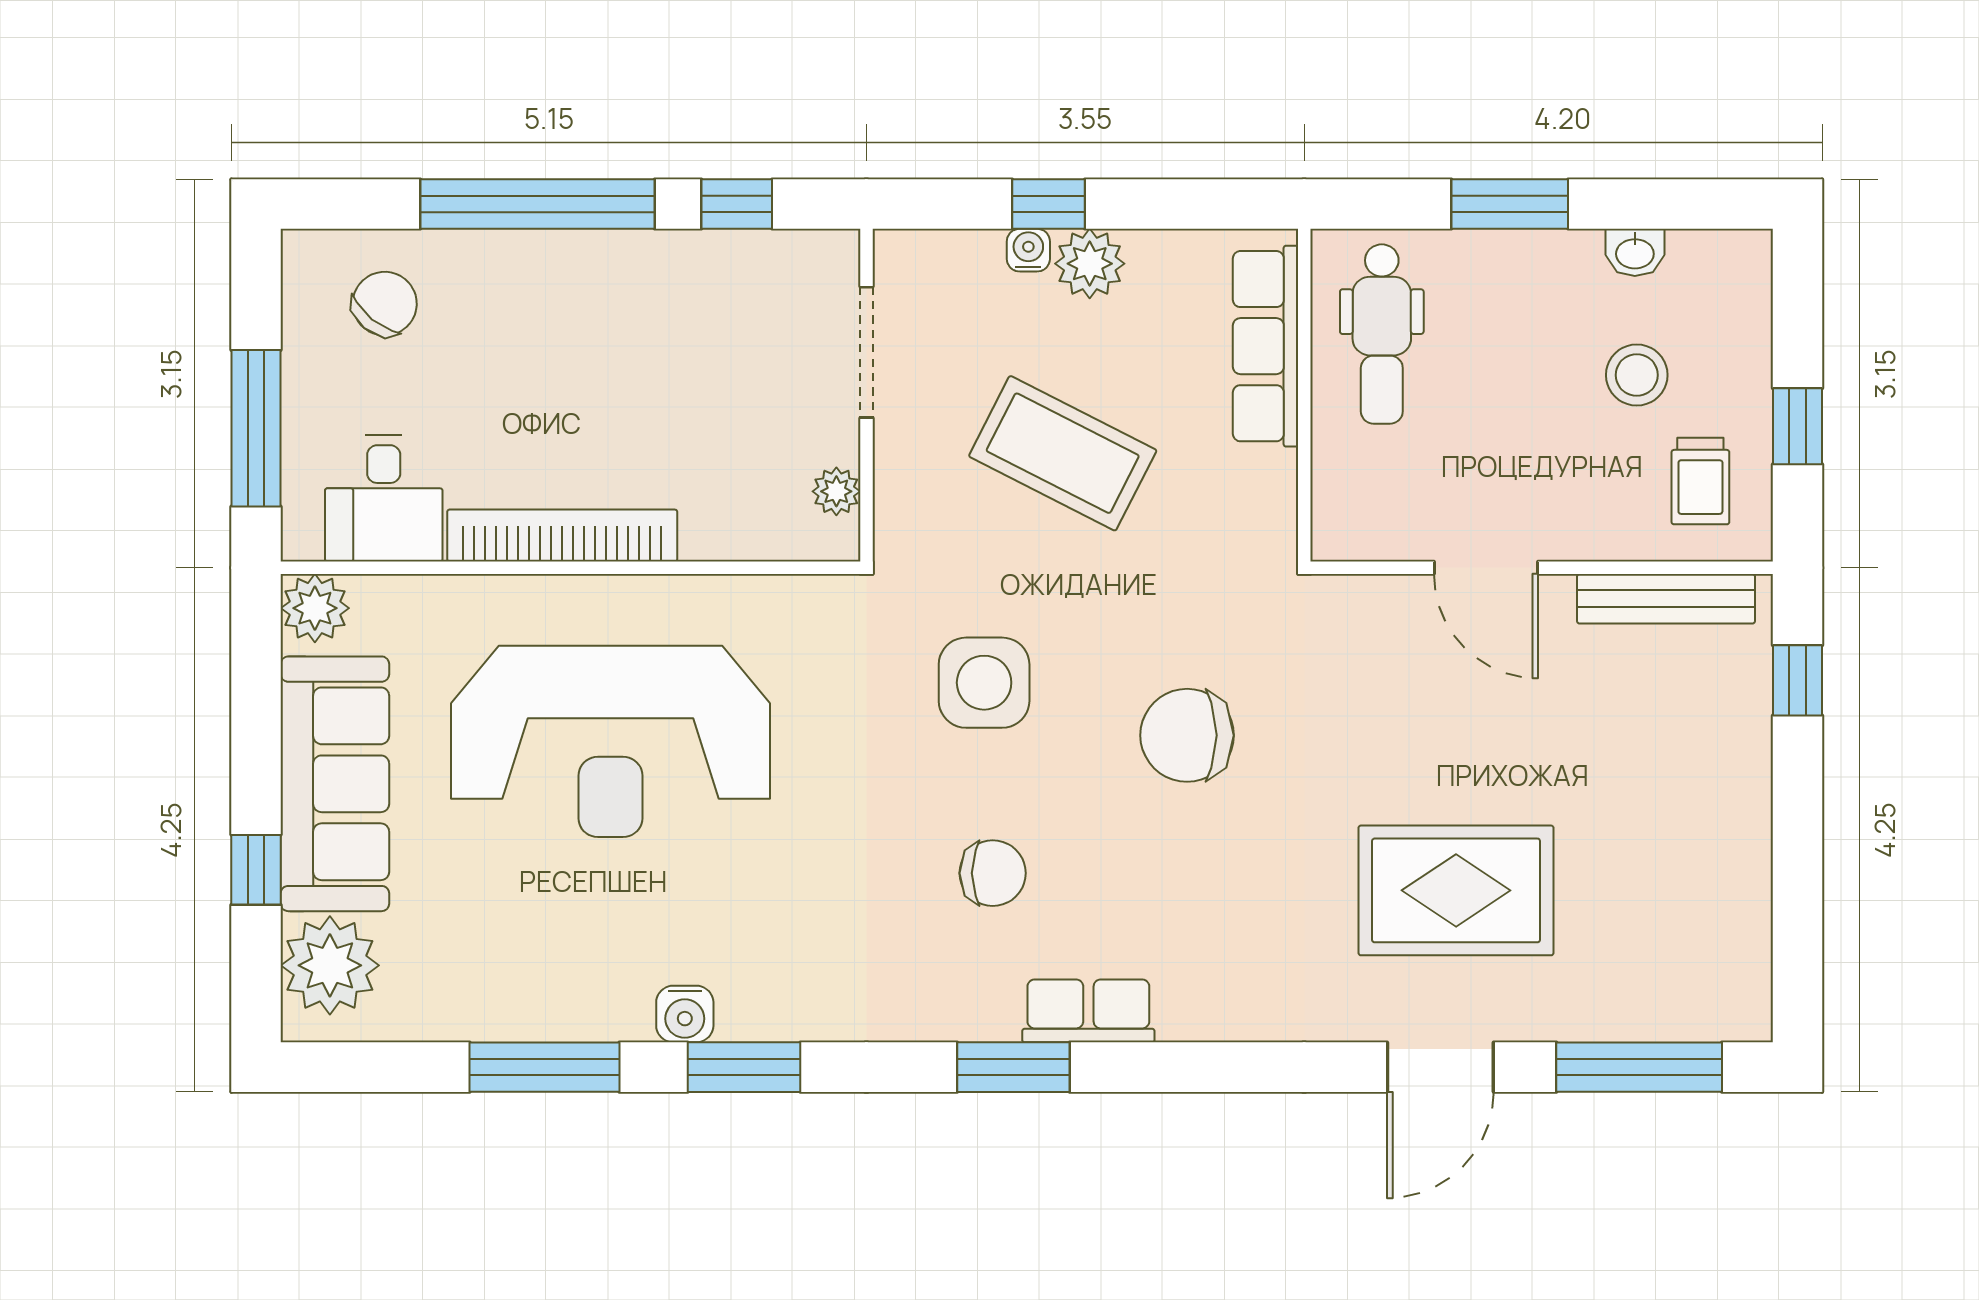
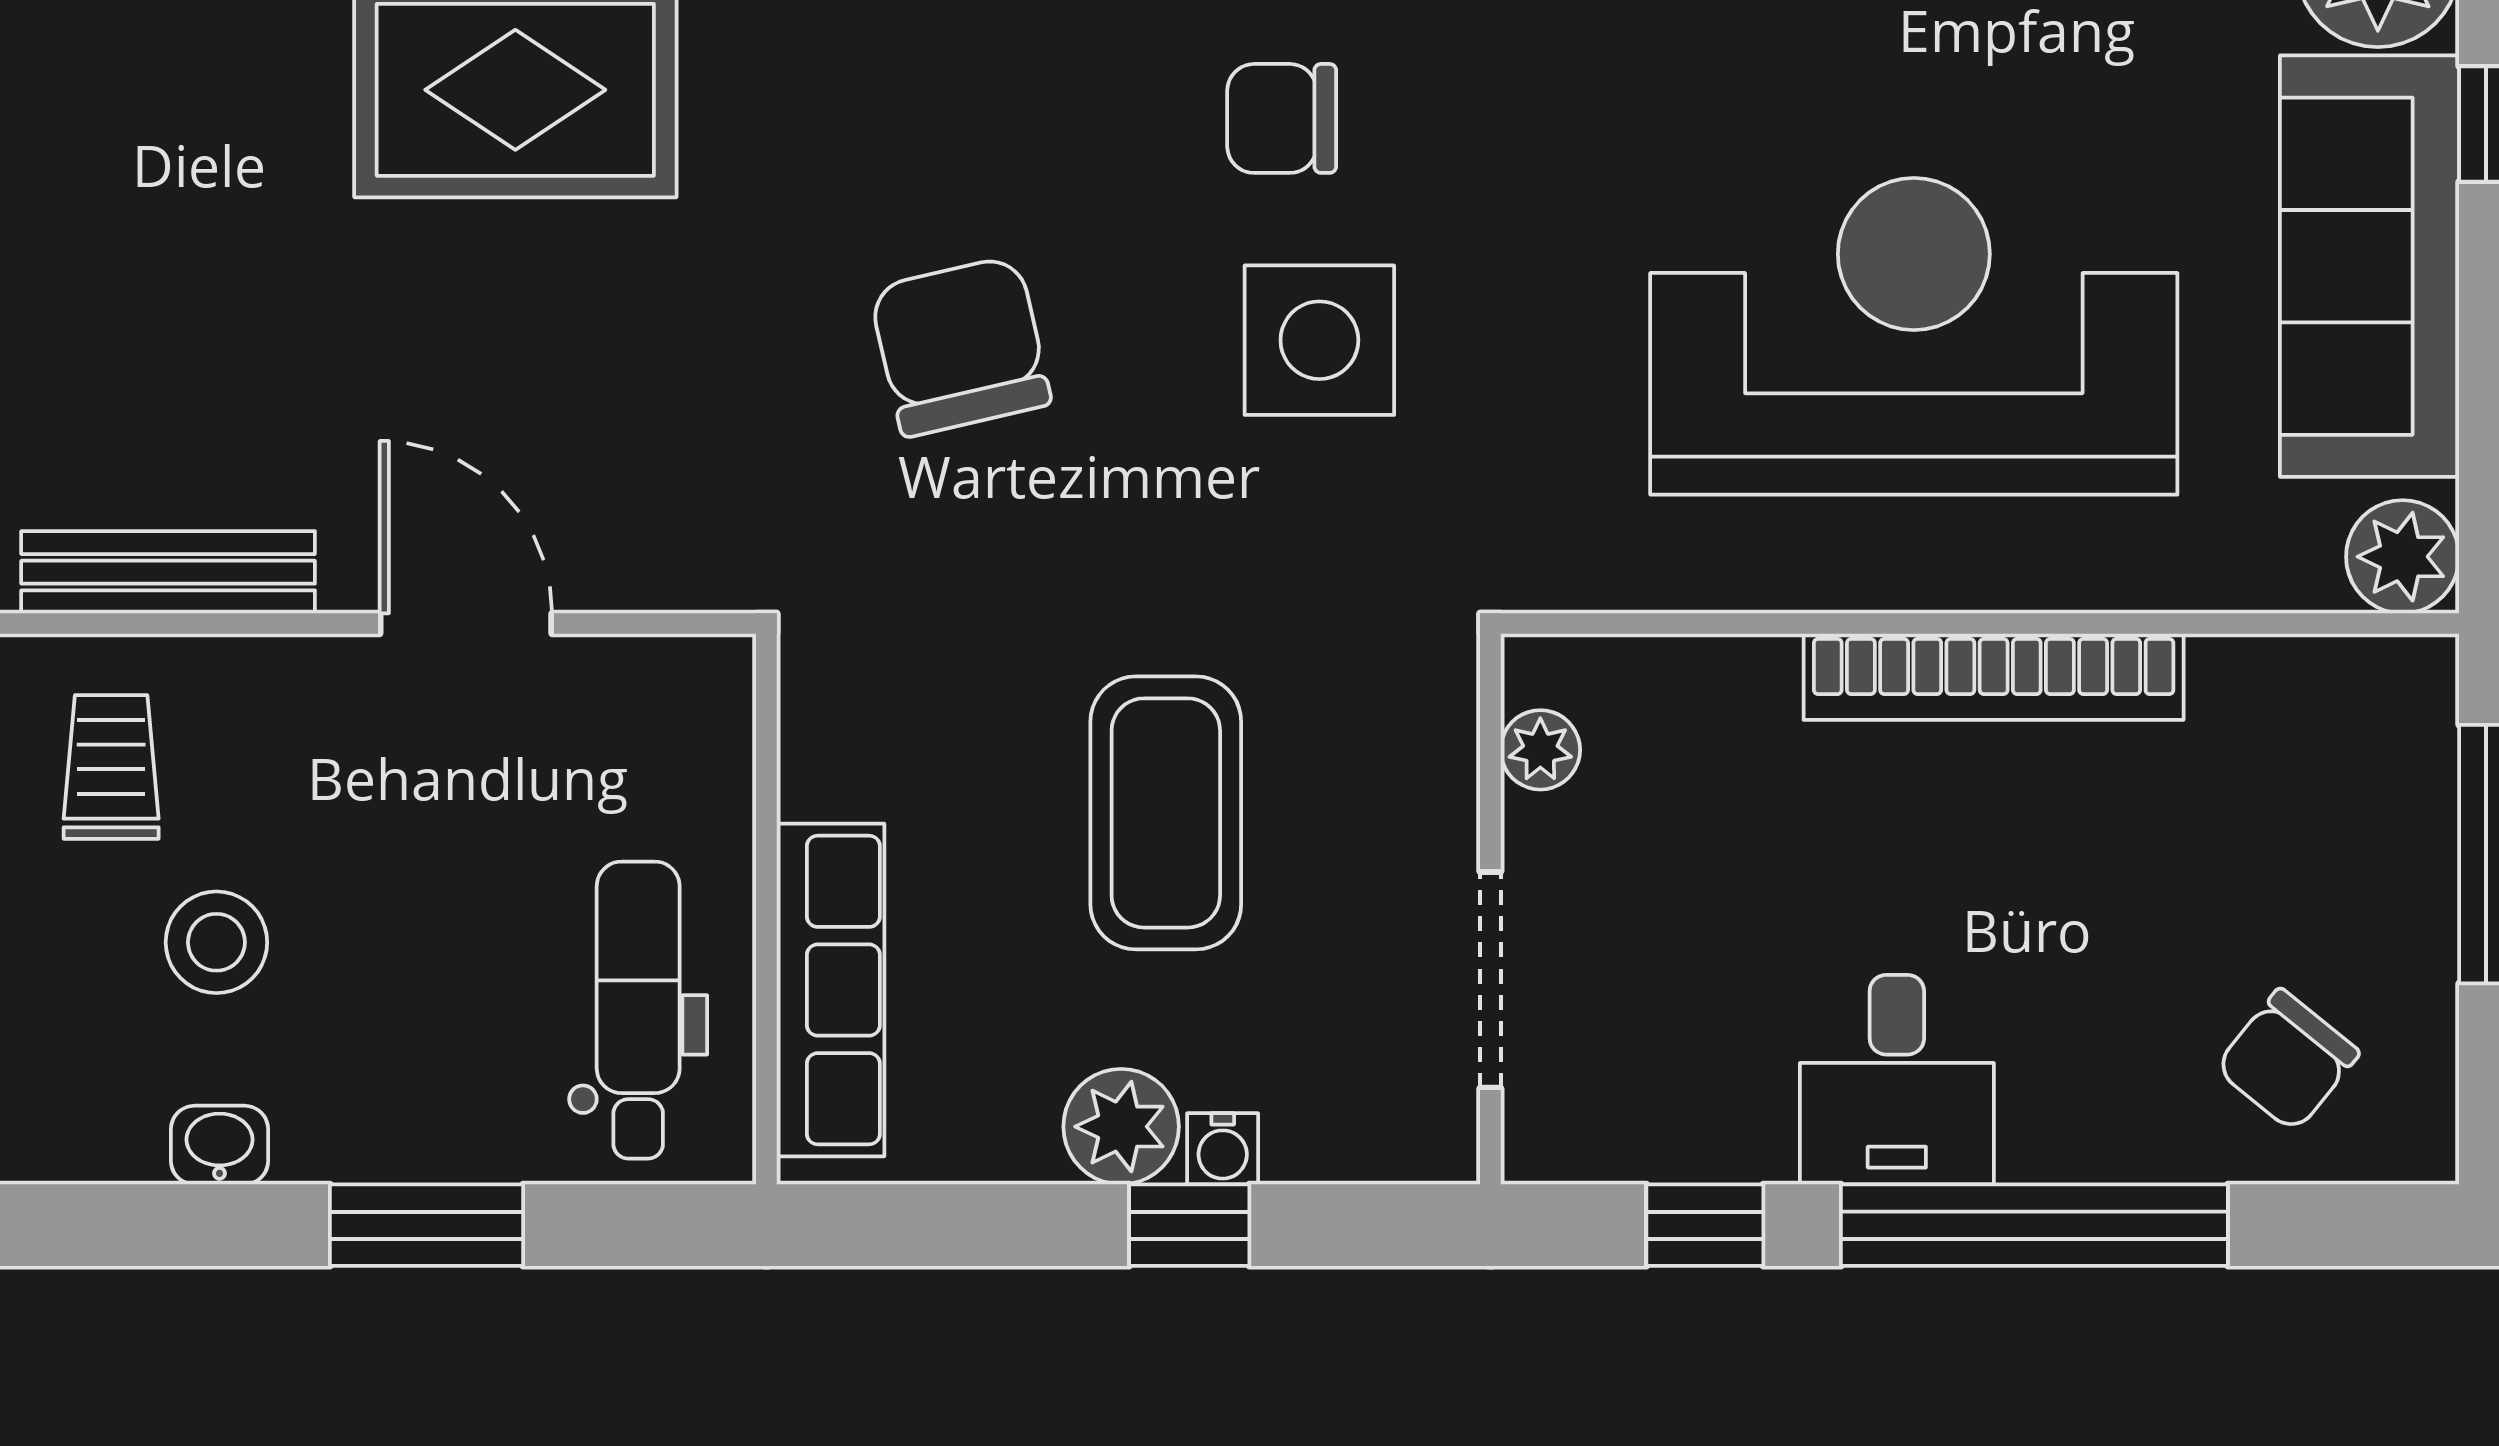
coffee table: (1063, 453) -> (1166, 813), turned 63
desk: (384, 498) -> (1897, 1080), moved, turned 180
side table: (984, 683) -> (1319, 340), moved
chair: (1187, 735) -> (960, 346), turned -103

